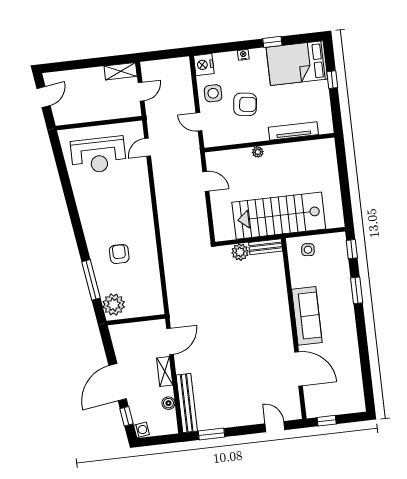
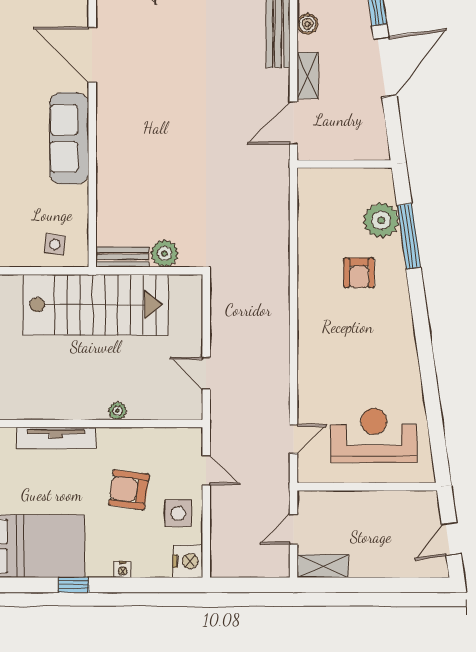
plant: (114, 304) -> (381, 220), moved

